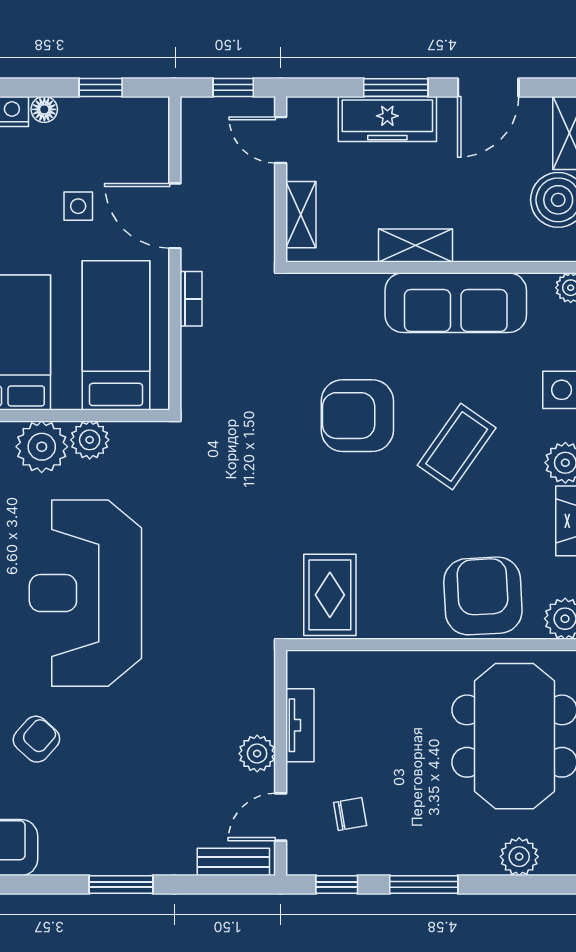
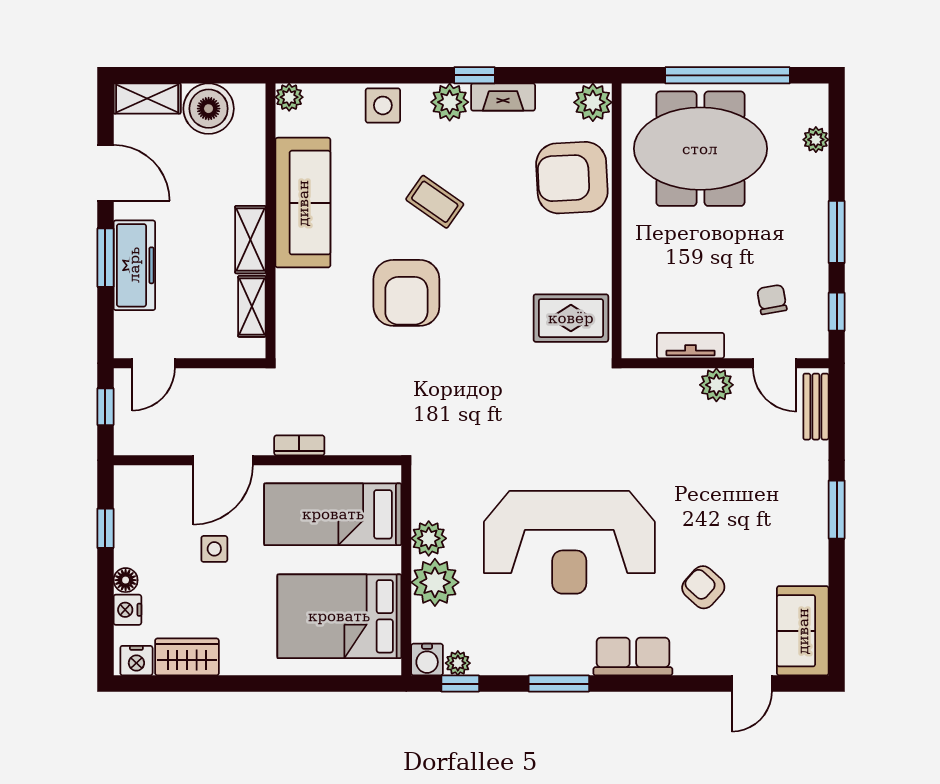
shelving: (301, 215) -> (252, 306), moved, turned 90
coffee table: (457, 446) -> (435, 202), width x0.73, depth x0.77
plant: (519, 857) -> (816, 140), width x0.73, depth x0.73

